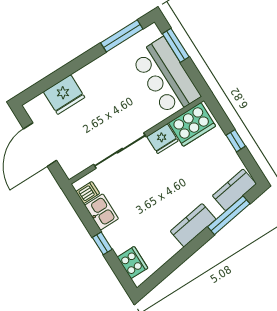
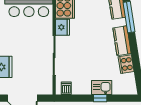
kitchen sink: (102, 212) -> (102, 88), moved
cooker: (132, 263) -> (126, 64), moved, turned -99

